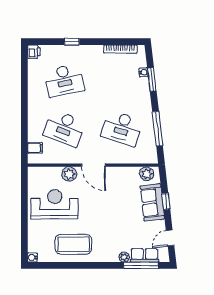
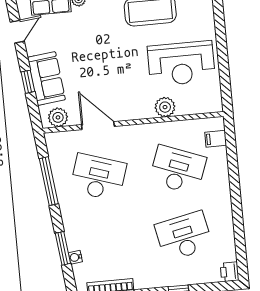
door: (93, 165) -> (98, 126), moved

